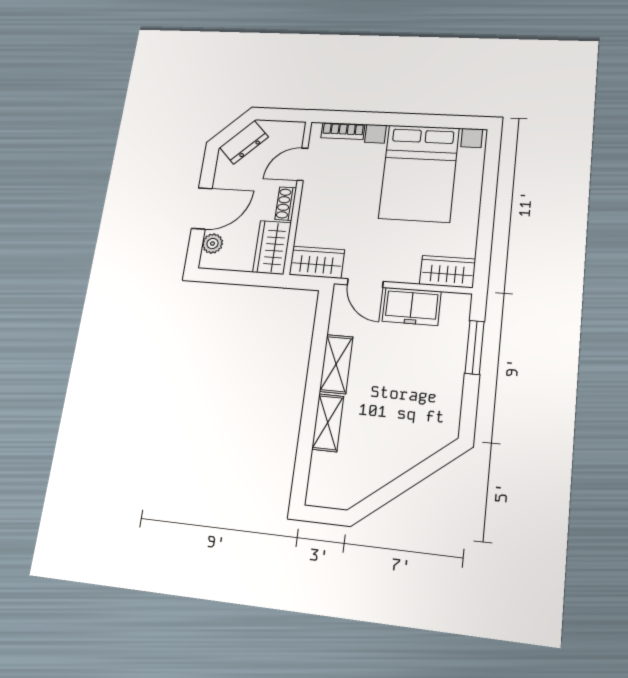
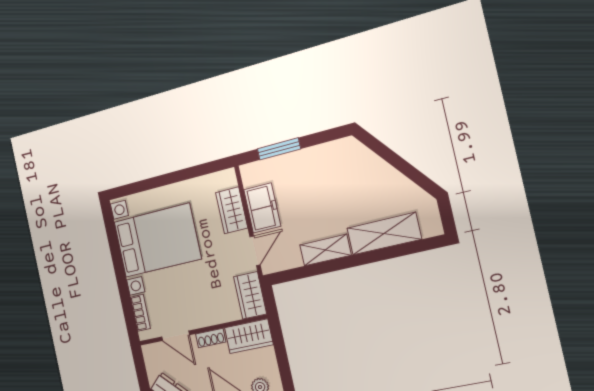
wardrobe: (447, 272) -> (232, 210), moved
shelving: (328, 423) -> (384, 234), width x1.50, depth x1.33

